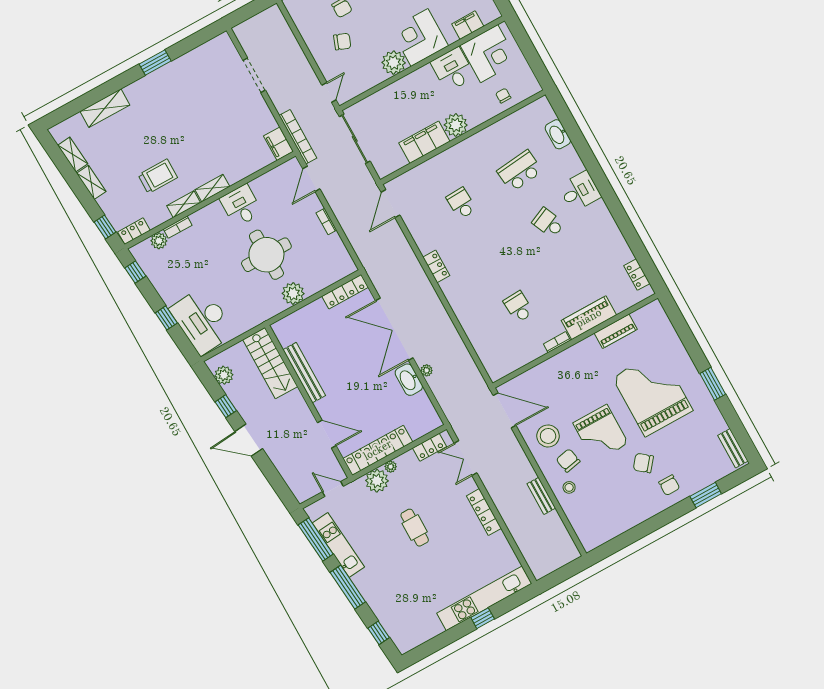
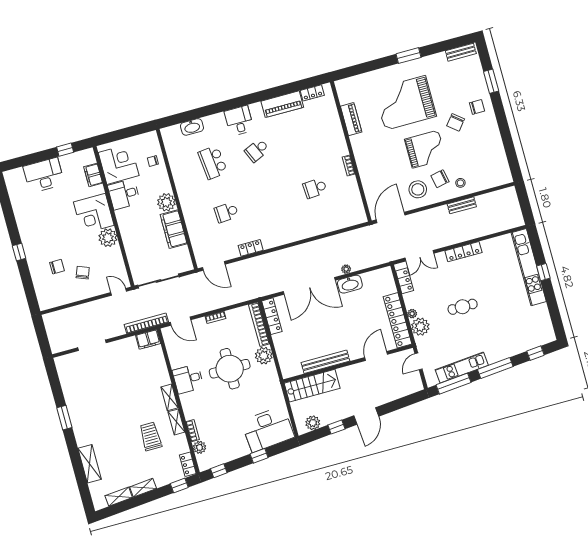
locker: (436, 266) -> (251, 248), moved
bookcase: (331, 278) -> (259, 324), added
piano: (589, 318) -> (282, 104), moved, turned -90

